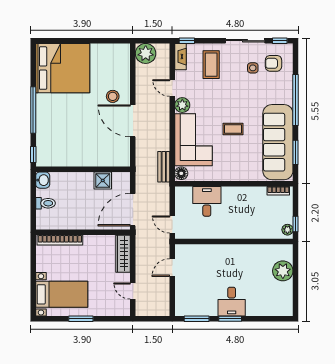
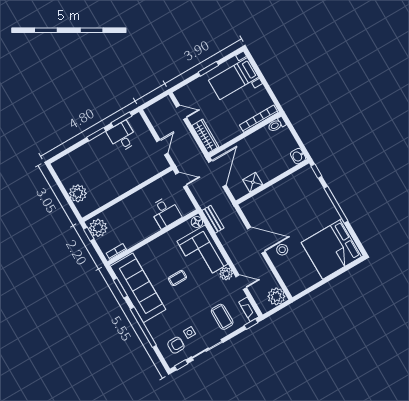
toilet: (45, 203) -> (277, 125), moved
plant: (287, 230) -> (98, 228), width x1.87, depth x1.87
desk: (232, 302) -> (122, 136), moved

